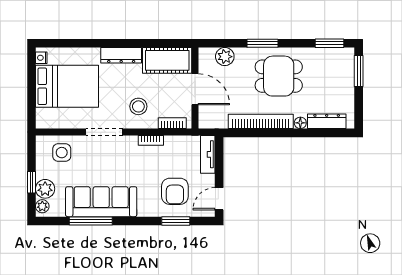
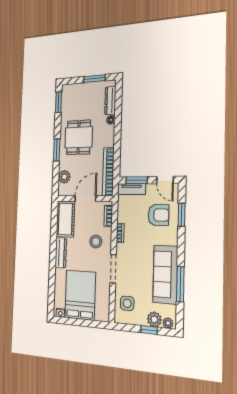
window: (359, 71) -> (94, 79), moved
bookcase: (261, 121) -> (108, 172), moved
window: (219, 161) -> (137, 180), added

